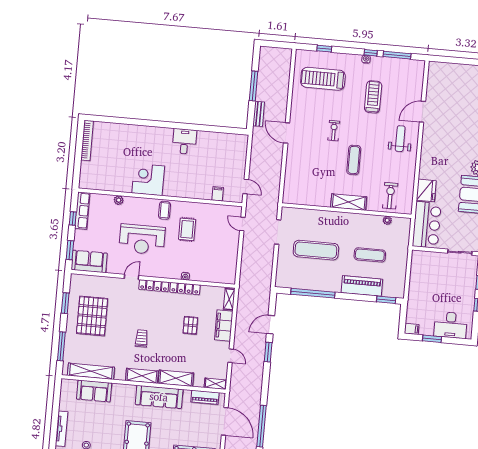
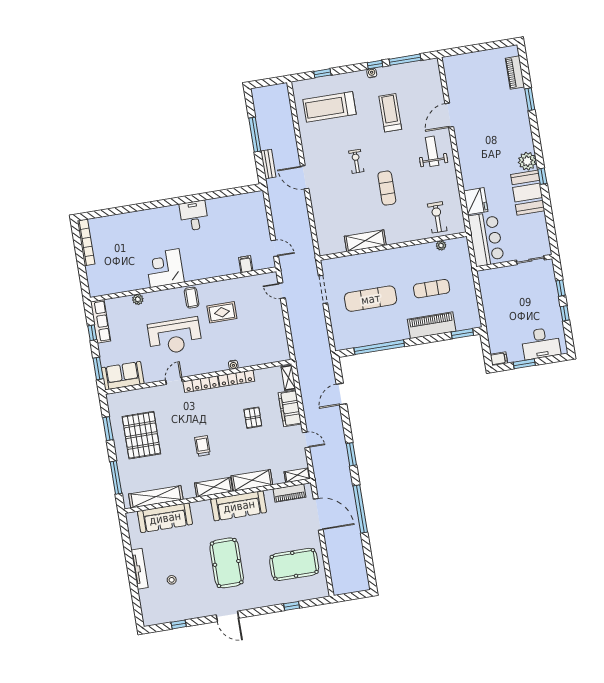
shelving: (349, 202) -> (365, 241), moved
rug: (187, 229) -> (222, 312), turned 90
window: (268, 352) -> (351, 454), moved
sofa: (94, 391) -> (165, 518), width x1.36

